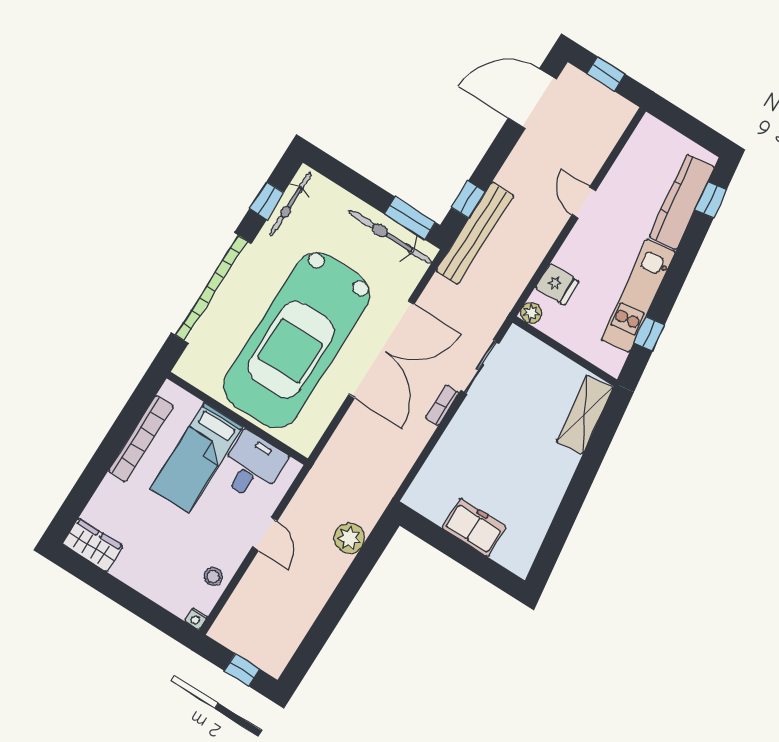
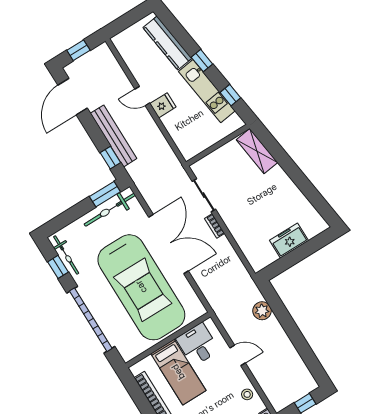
window: (711, 200) -> (202, 61), moved
bench: (475, 233) -> (114, 136), moved
fridge: (557, 284) -> (163, 105), moved
plant: (531, 313) -> (188, 153), removed

